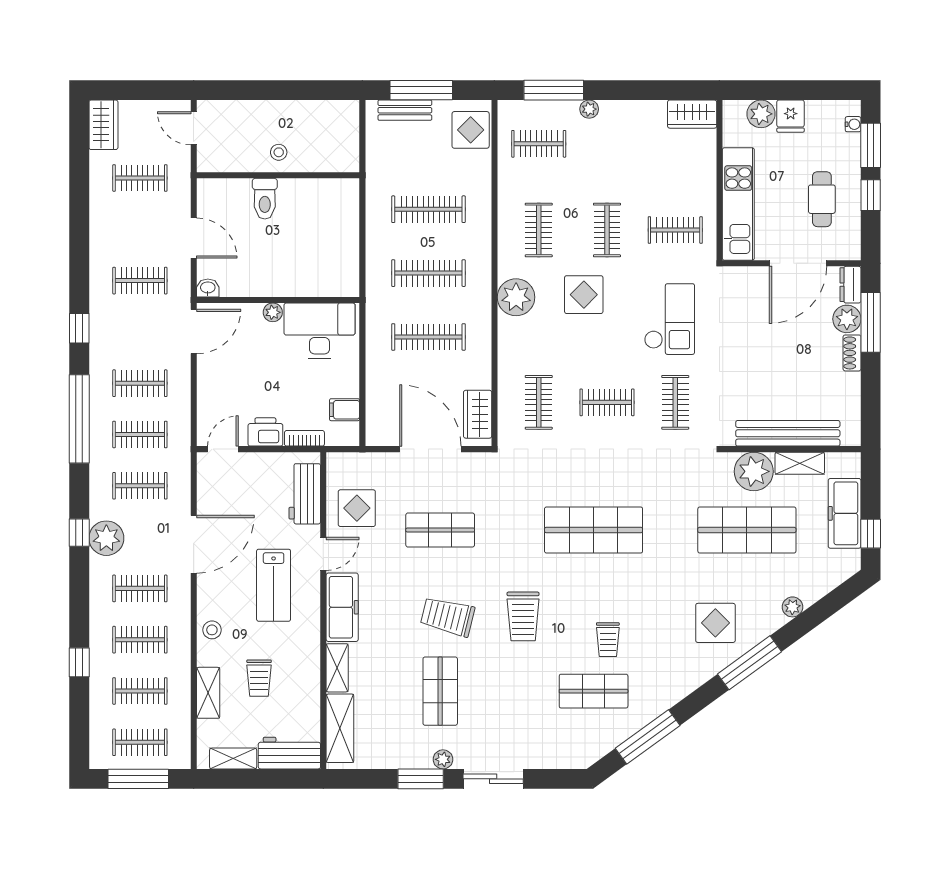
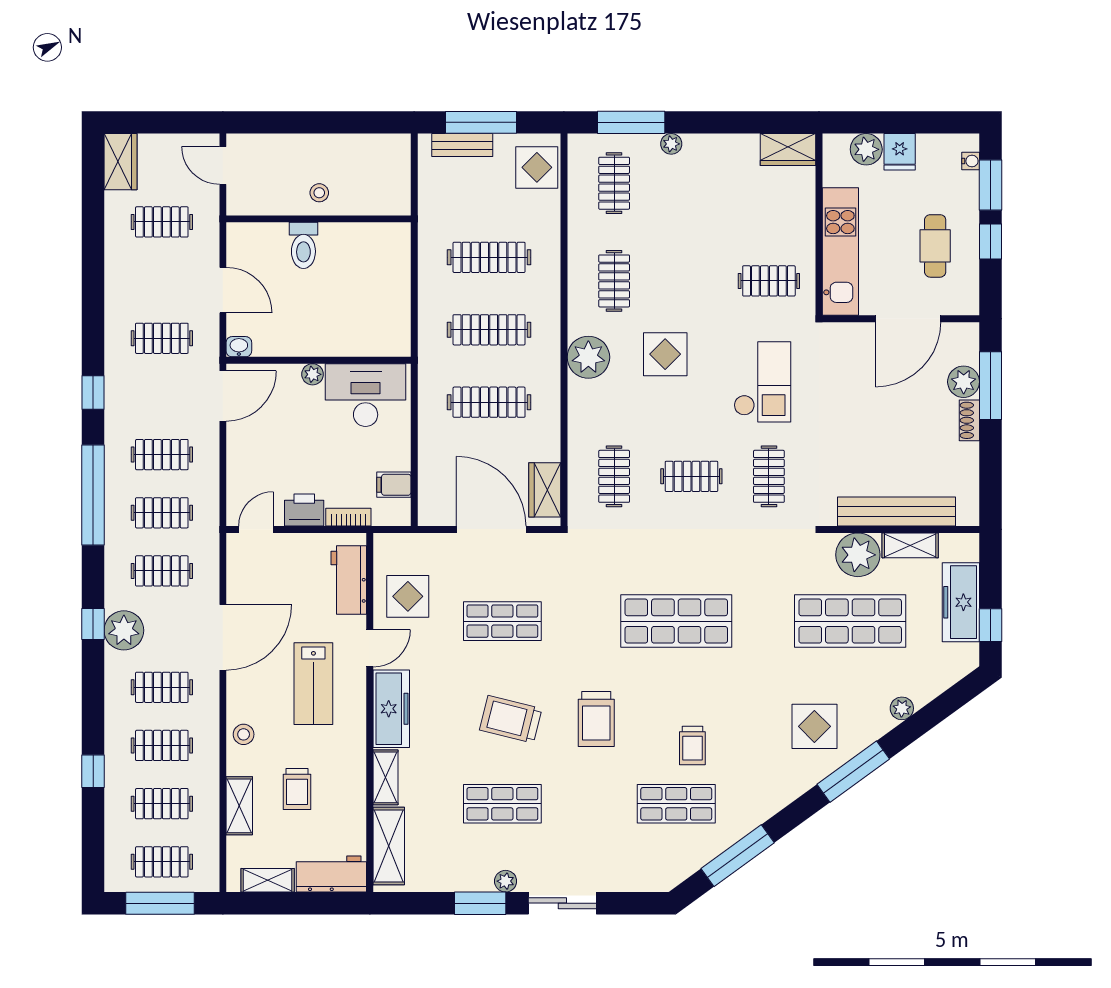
clothes rail: (539, 144) -> (614, 183), turned 90
clothes rail: (607, 230) -> (691, 281), removed
dresser: (850, 285) -> (968, 343), removed
shop shelf: (440, 691) -> (502, 804), turned 90

